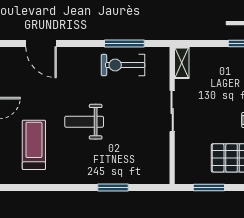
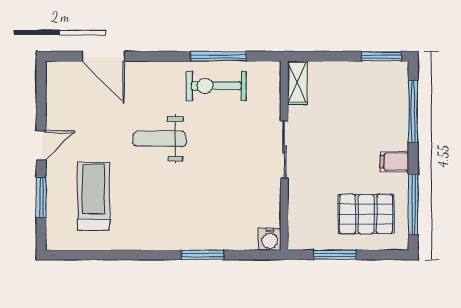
weight bench: (84, 122) -> (159, 139), moved
water cooler: (162, 176) -> (270, 239), added

